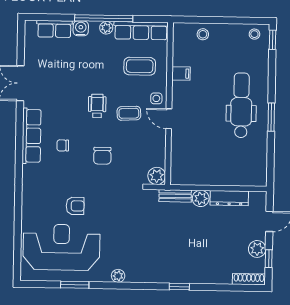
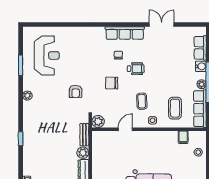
filing cabinet: (181, 73) -> (183, 137), moved
wheelchair: (97, 106) -> (136, 69), moved
door: (169, 119) -> (125, 129), moved
armchair: (75, 206) -> (76, 91), moved
reception desk: (61, 247) -> (47, 55), width x0.74, depth x0.77

